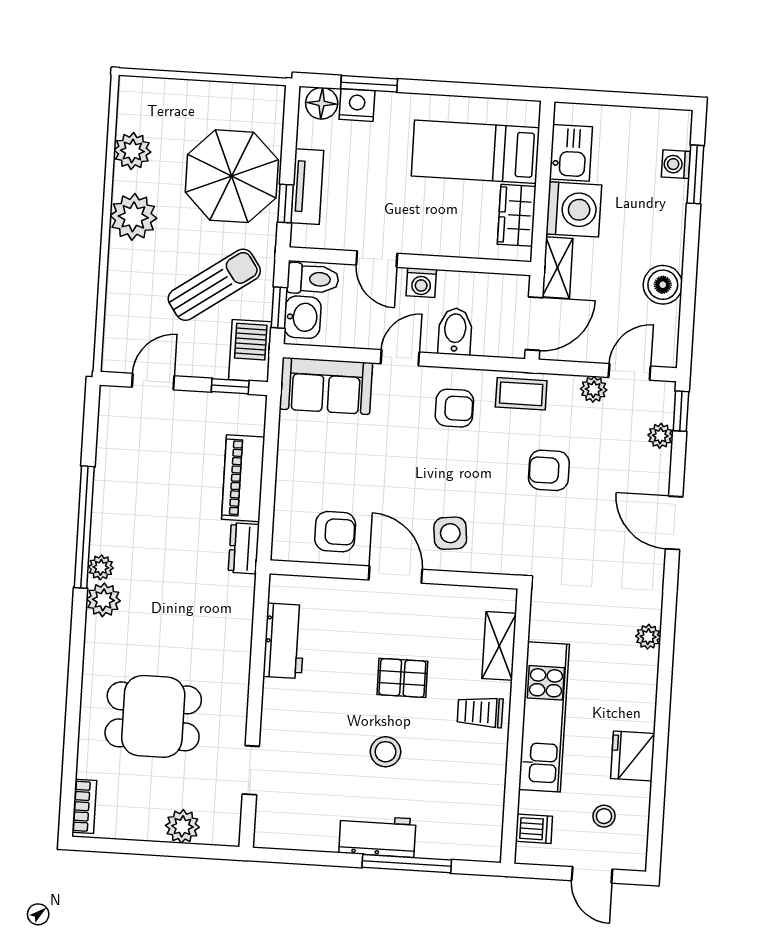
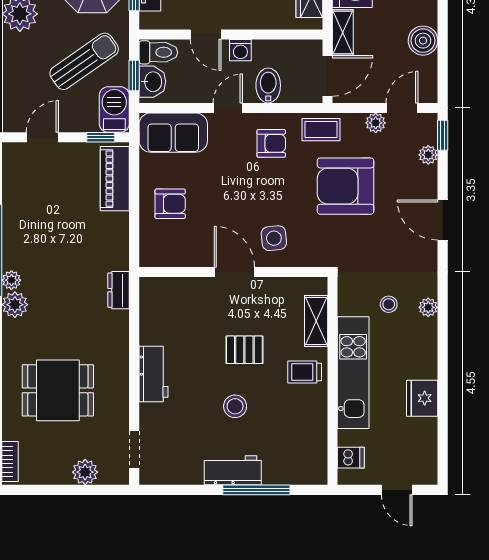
armchair: (549, 470) -> (345, 186), width x1.88, depth x1.88
piano: (243, 478) -> (115, 179), moved
armchair: (335, 532) -> (170, 204), moved
dresser: (244, 548) -> (119, 290), moved
workbench: (284, 641) -> (153, 374), moved
doorway: (251, 770) -> (134, 450), moved
stool: (604, 816) -> (389, 304), moved

